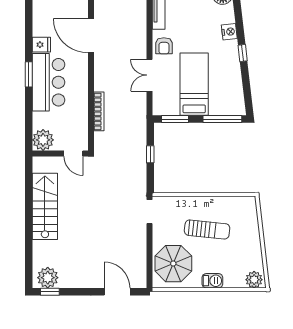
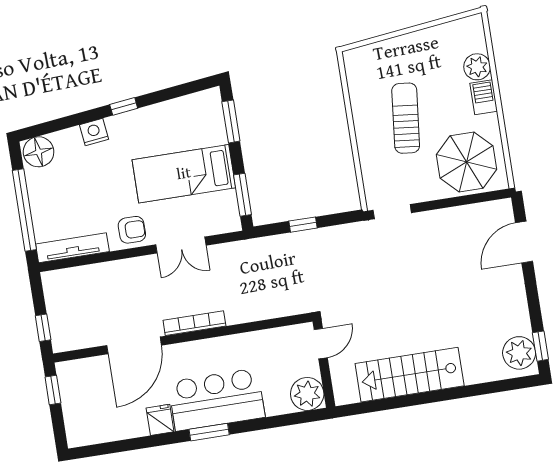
bookcase: (99, 111) -> (194, 323), moved
window: (222, 119) -> (231, 121), width x0.69
plant: (254, 280) -> (477, 67), moved

